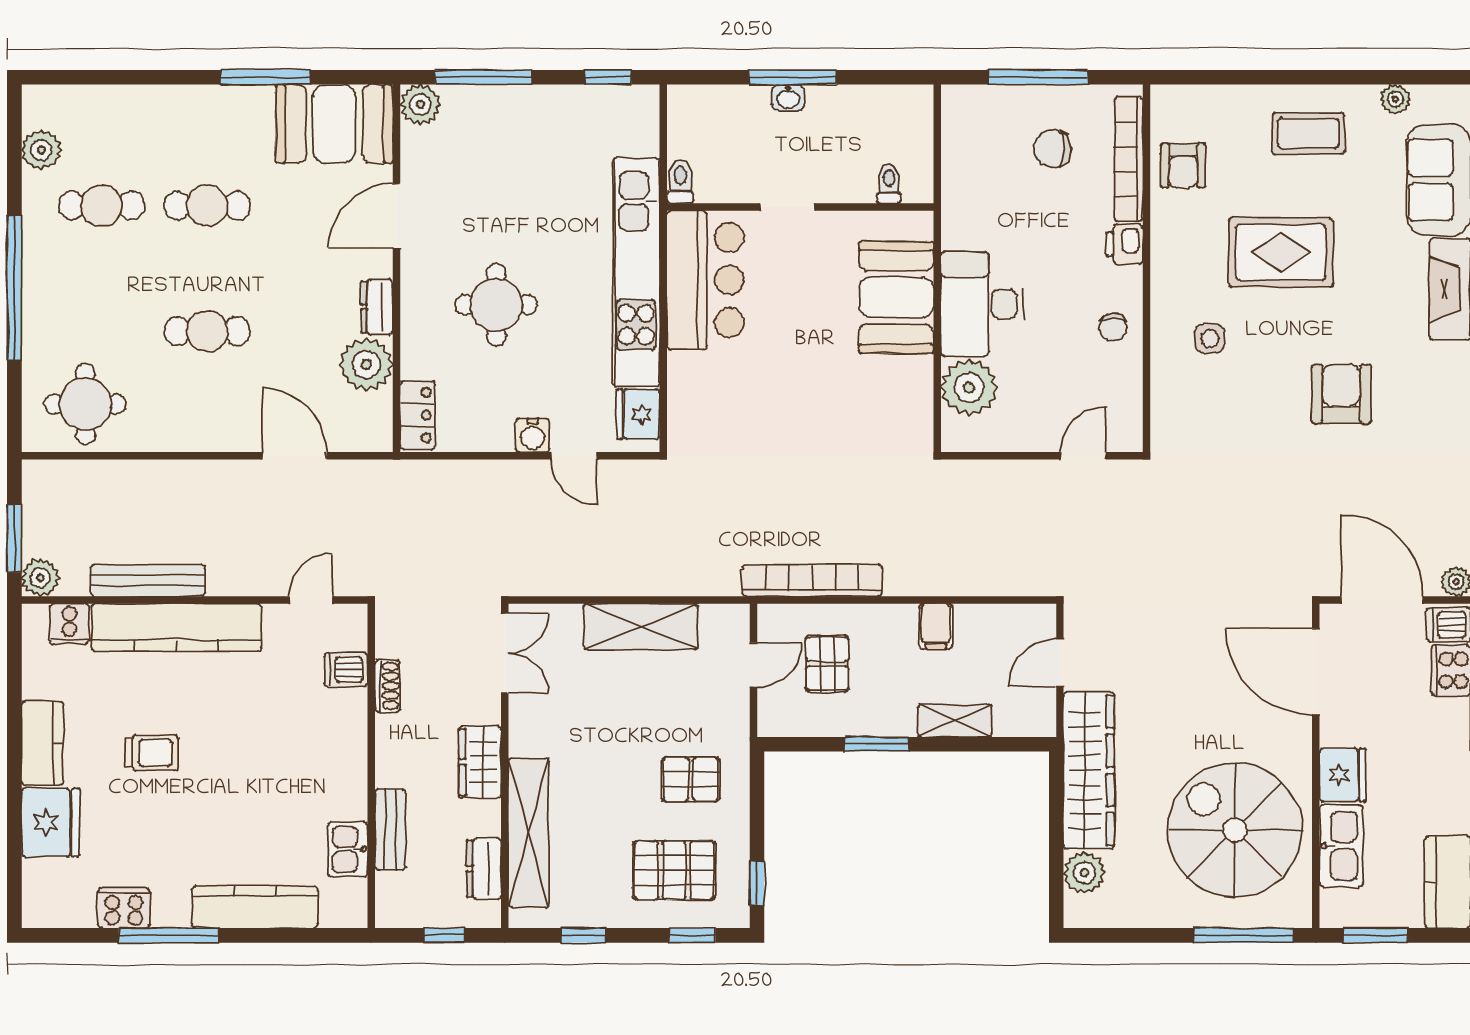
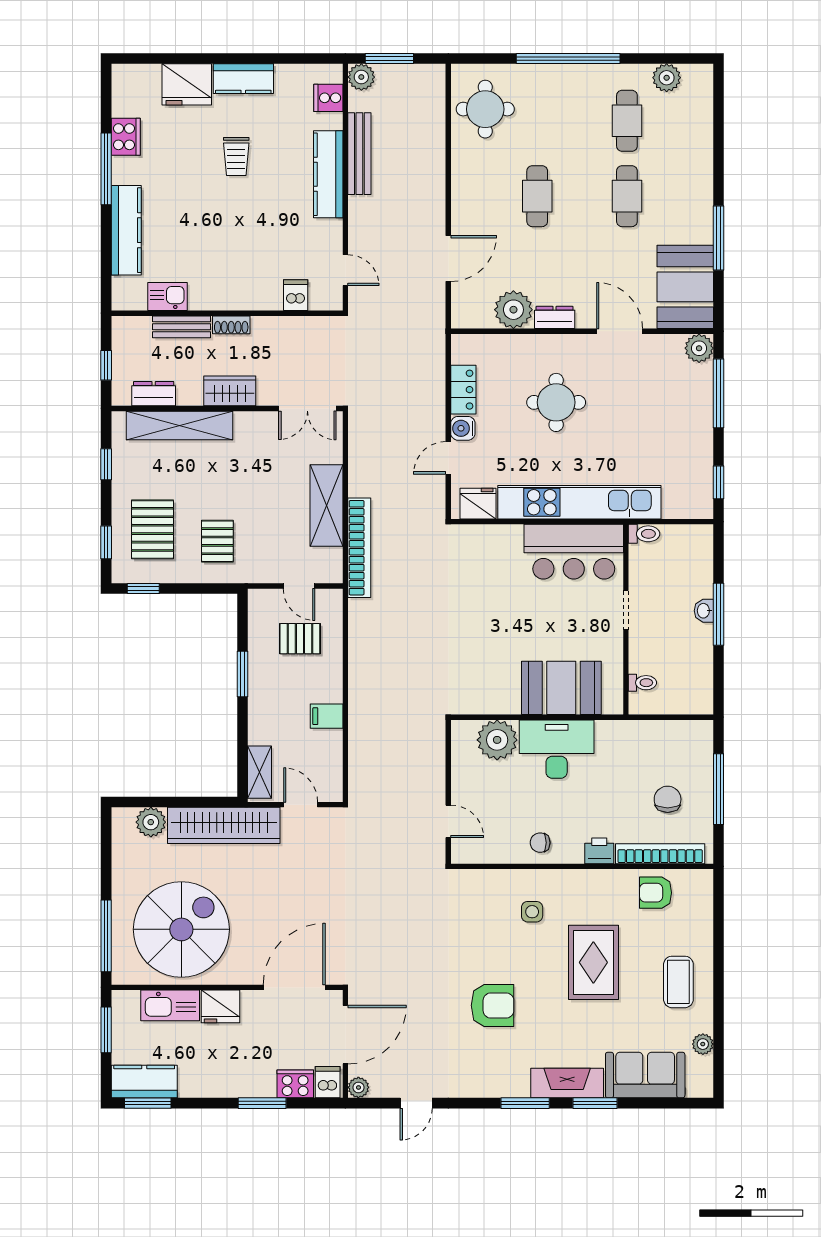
locker: (418, 415) -> (463, 390), moved, turned -90
bookcase: (812, 581) -> (359, 548), moved
kitchen counter: (177, 627) -> (328, 174), width x0.72, depth x0.86
shoe rack: (388, 686) -> (231, 325), moved
shelving: (955, 720) -> (259, 772), moved

